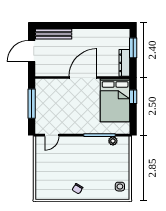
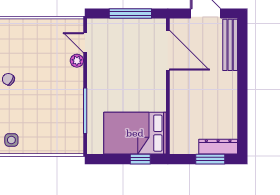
dresser: (124, 63) -> (218, 147), moved
door: (83, 77) -> (168, 50), moved
plant: (113, 141) -> (77, 61), moved

